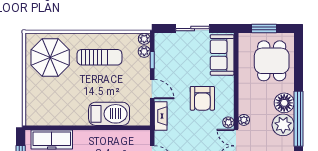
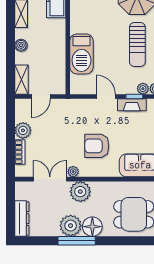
door: (152, 89) -> (106, 97), swing flipped
fireplace: (161, 116) -> (132, 105), moved
window: (299, 119) -> (77, 241), width x0.68
plant: (244, 120) -> (80, 192), width x1.88, depth x1.88

